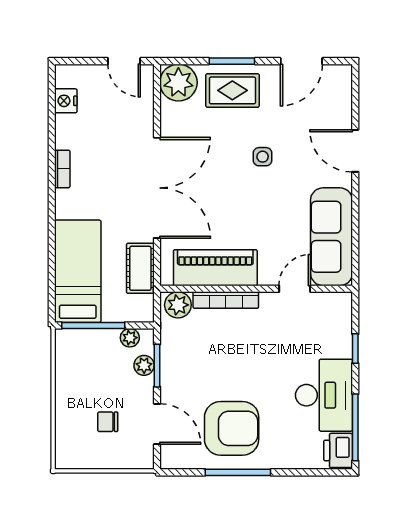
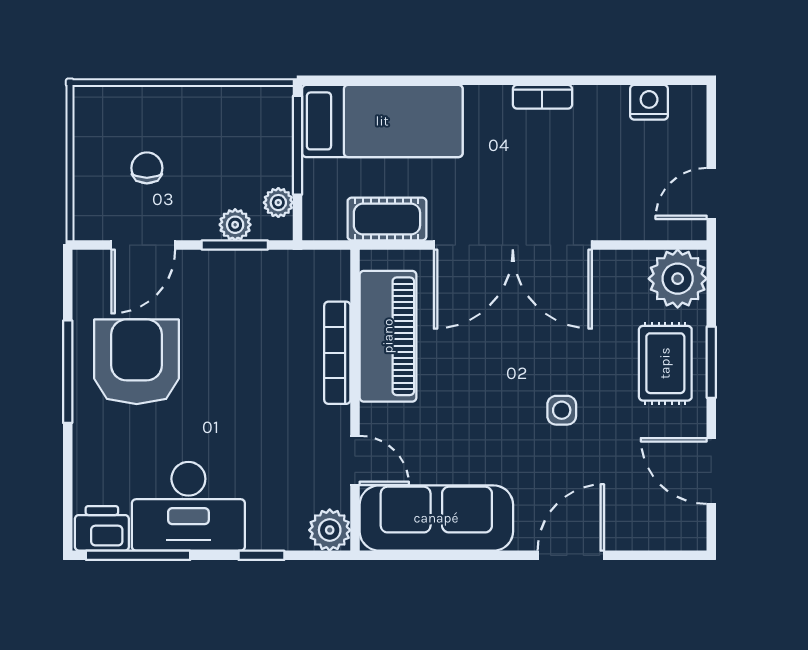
plant: (178, 305) -> (330, 530), moved
armchair: (232, 428) -> (137, 362), turned 180

